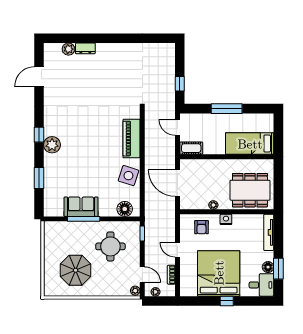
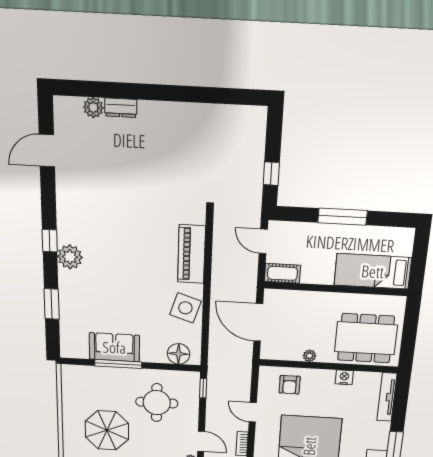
nightstand: (226, 219) -> (344, 377), moved
floor lamp: (268, 267) -> (380, 442), removed

